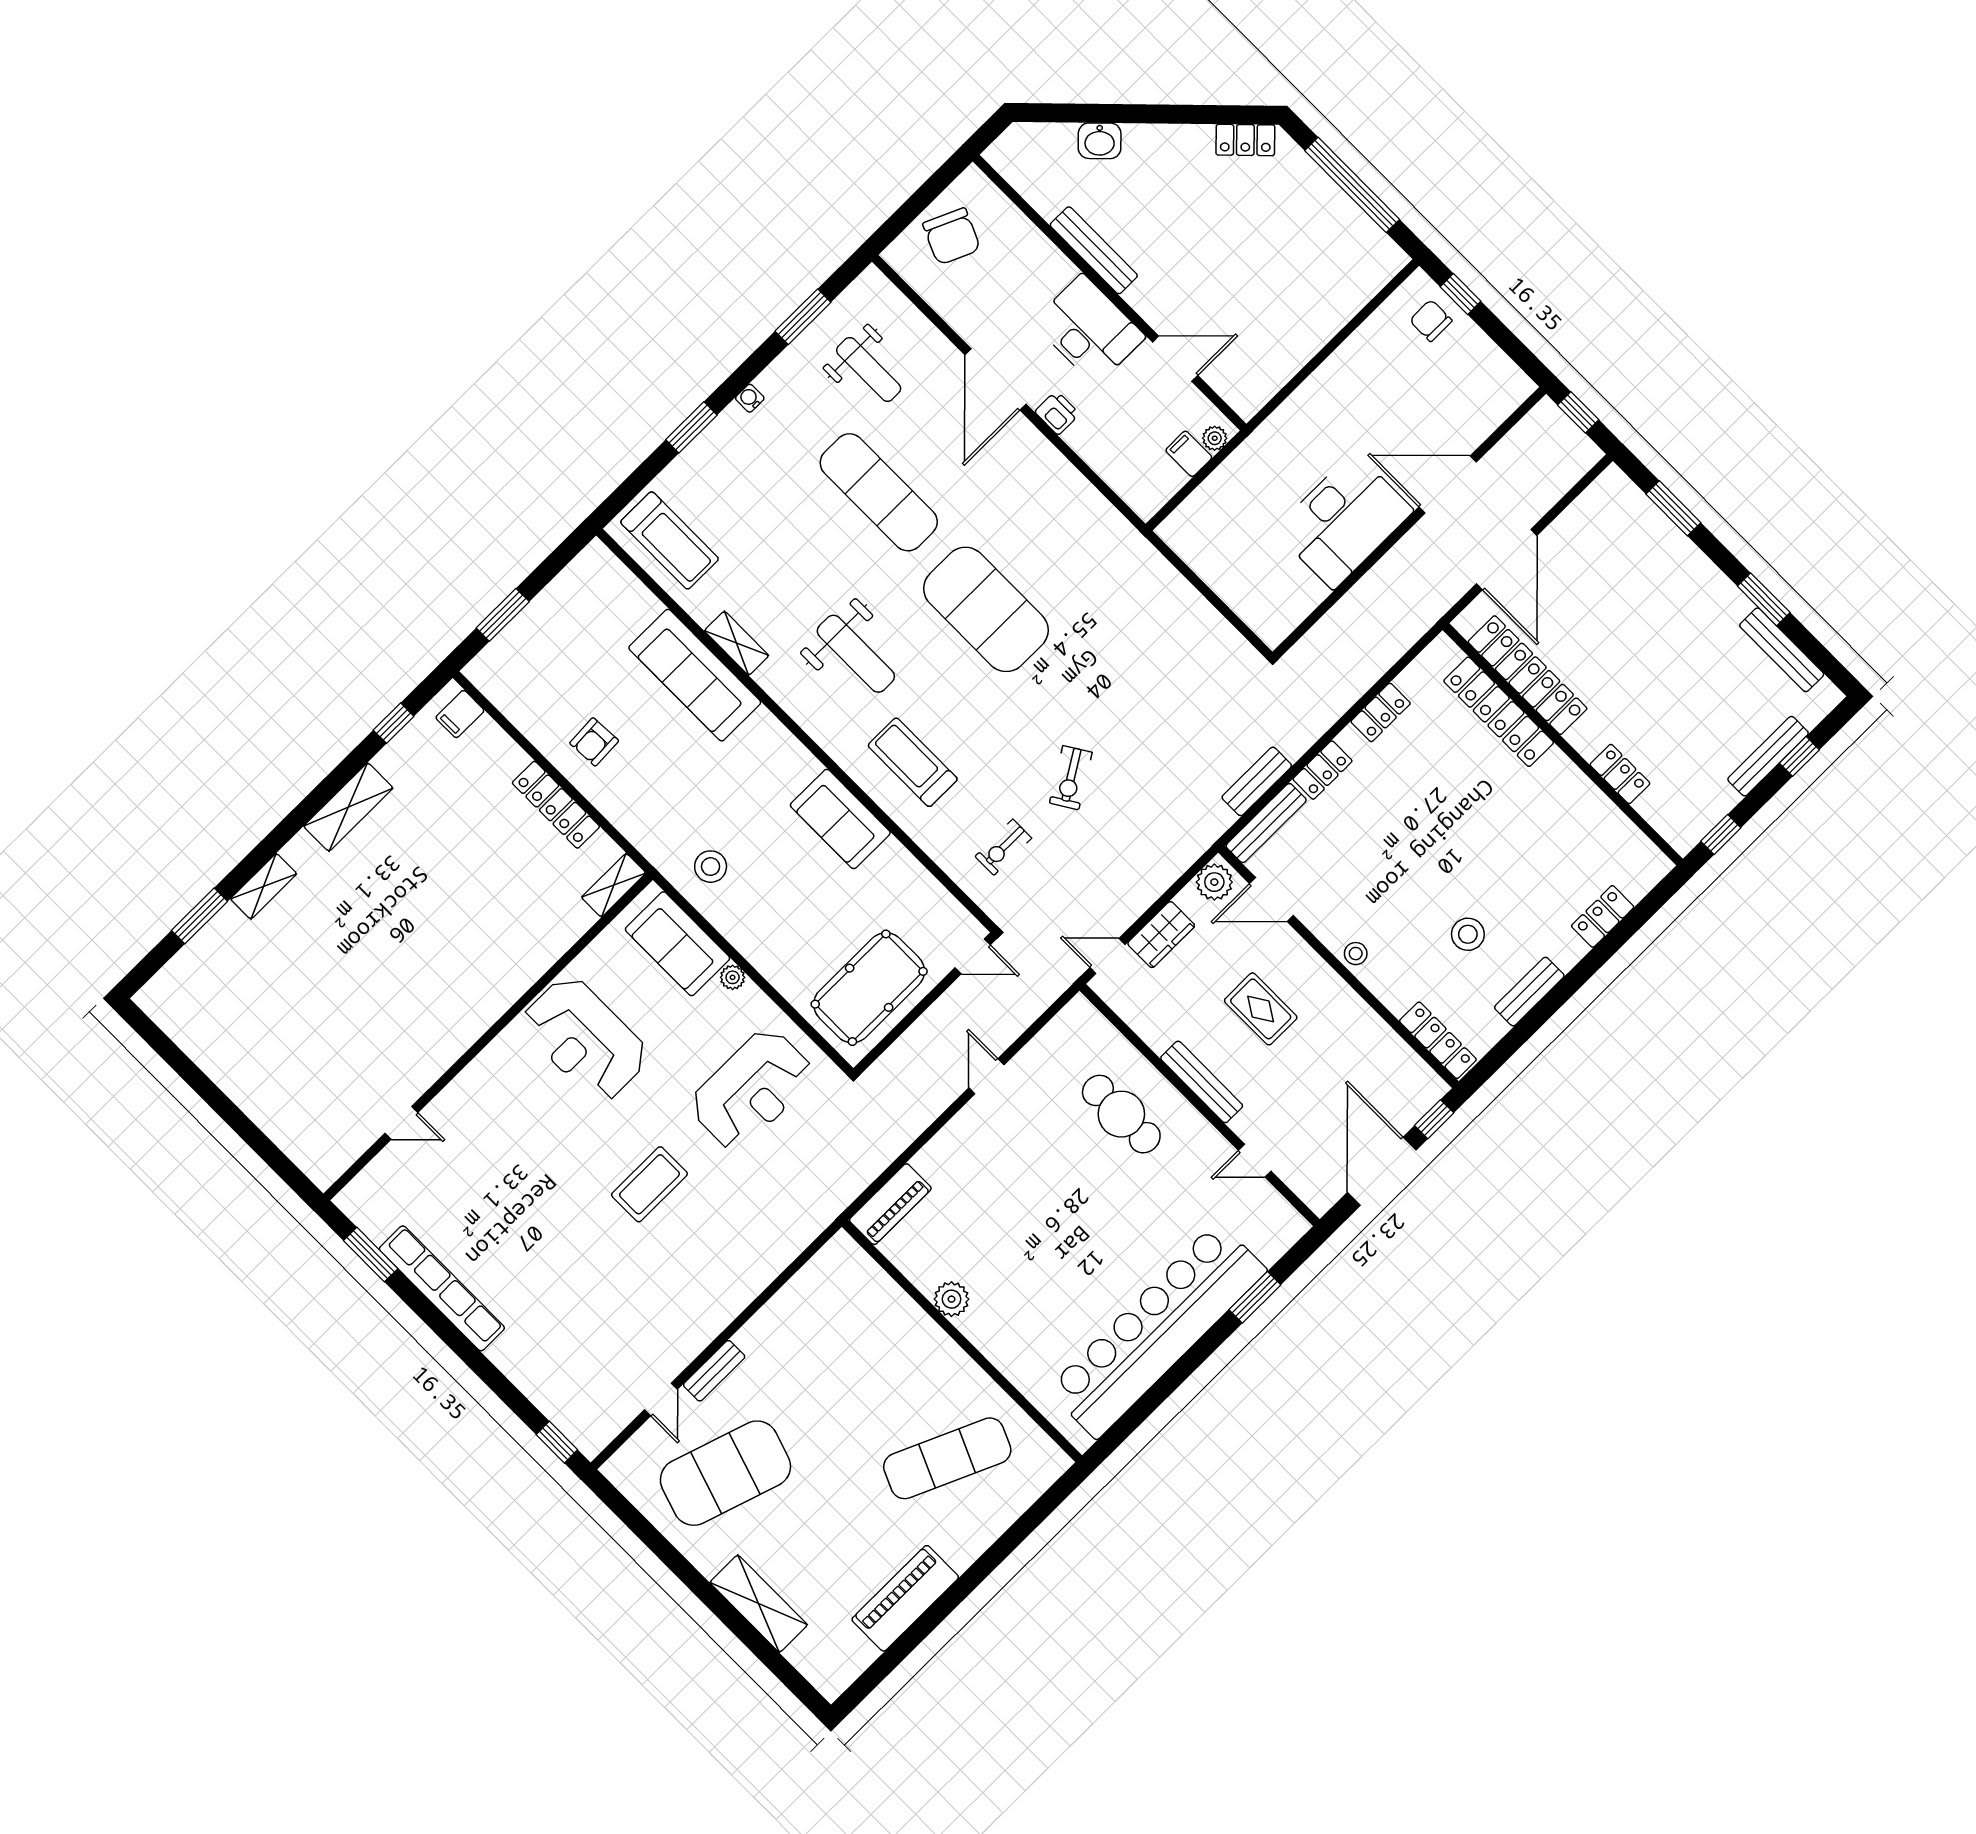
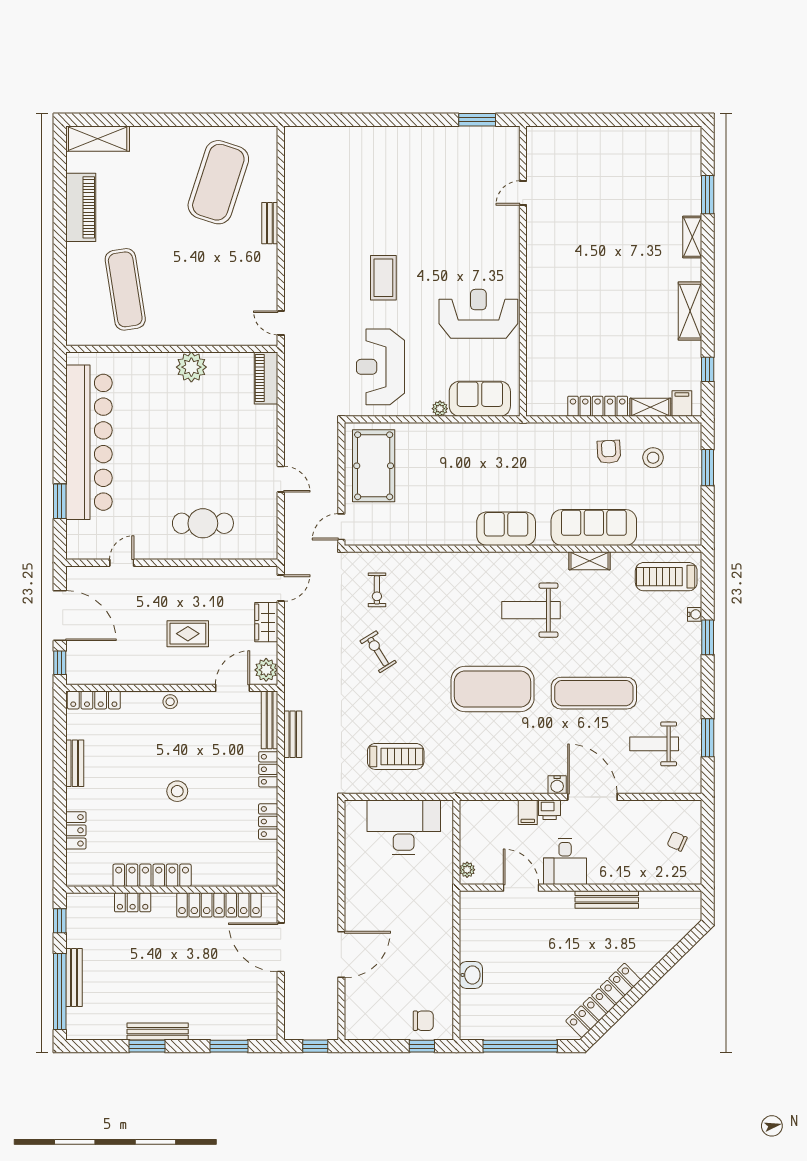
locker: (1245, 140) -> (603, 1000), width x2.16, depth x1.21
washbasin: (1100, 141) -> (471, 975), moved, turned 135
chair: (952, 236) -> (677, 841), width x0.54, depth x0.54
desk: (1089, 330) -> (565, 862), width x0.73
door: (1175, 359) -> (521, 888), swing flipped
water cooler: (750, 398) -> (695, 614), moved
water cooler: (1021, 432) -> (557, 785), added
filing cabinet: (1189, 454) -> (528, 812), moved, turned 90
desk: (1344, 520) -> (404, 827), moved, turned 90
bench: (1782, 650) -> (158, 1031), moved
locker: (1499, 712) -> (152, 875), moved
window: (1799, 756) -> (60, 992), width x3.17
treadmill: (913, 762) -> (396, 756), moved
sofa: (840, 819) -> (506, 529), moved
exercise bike: (1003, 847) -> (377, 590), turned 180
stool: (711, 867) -> (653, 458), moved
shelving: (614, 885) -> (650, 407), moved, turned 90
stool: (1468, 934) -> (177, 791), moved
bench: (1202, 1082) -> (181, 574), removed
row of seats: (442, 1288) -> (430, 137), removed
plant: (952, 1299) -> (191, 367), width x1.36, depth x1.36
door: (661, 1399) -> (281, 323), moved
window: (557, 1442) -> (308, 120), removed
exercise mat: (947, 1458) -> (125, 289), turned -33
shelving: (759, 1604) -> (98, 139), moved

